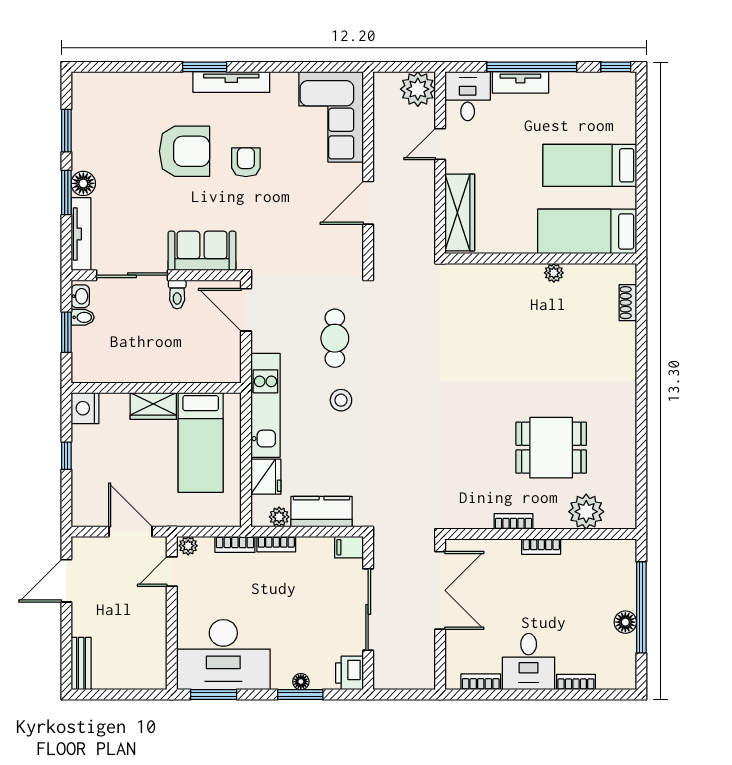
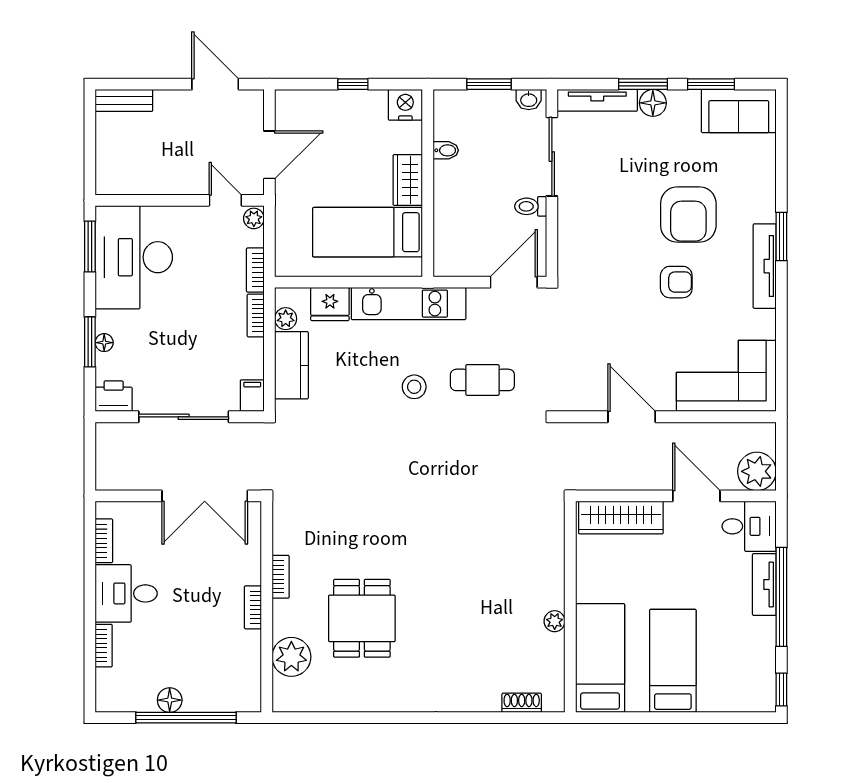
door: (440, 144) -> (696, 496), width x1.38
sofa: (202, 251) -> (739, 111), moved, turned 90
bidet: (83, 317) -> (446, 150), moved, turned -90

